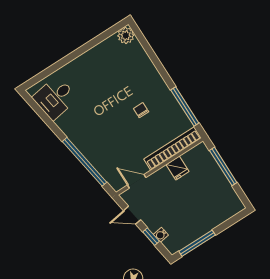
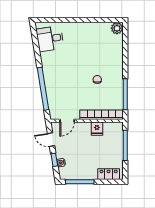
door: (137, 181) -> (67, 121), swing flipped
locker: (225, 213) -> (109, 174), added

